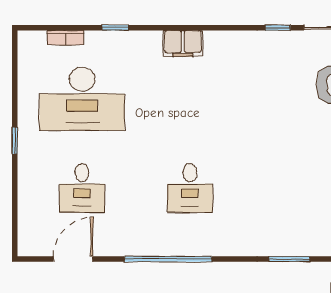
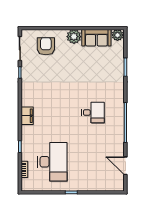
desk: (82, 188) -> (93, 162), removed

